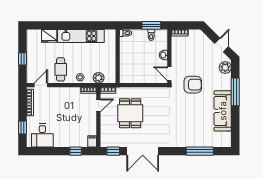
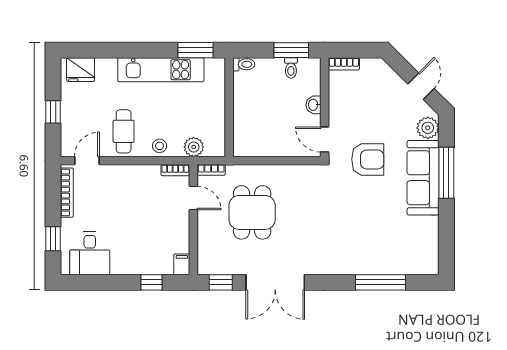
window: (100, 25) -> (196, 50), added
fridge: (49, 36) -> (81, 70), moved
door: (98, 105) -> (193, 198), hinge flipped
sofa: (223, 111) -> (423, 178), moved

